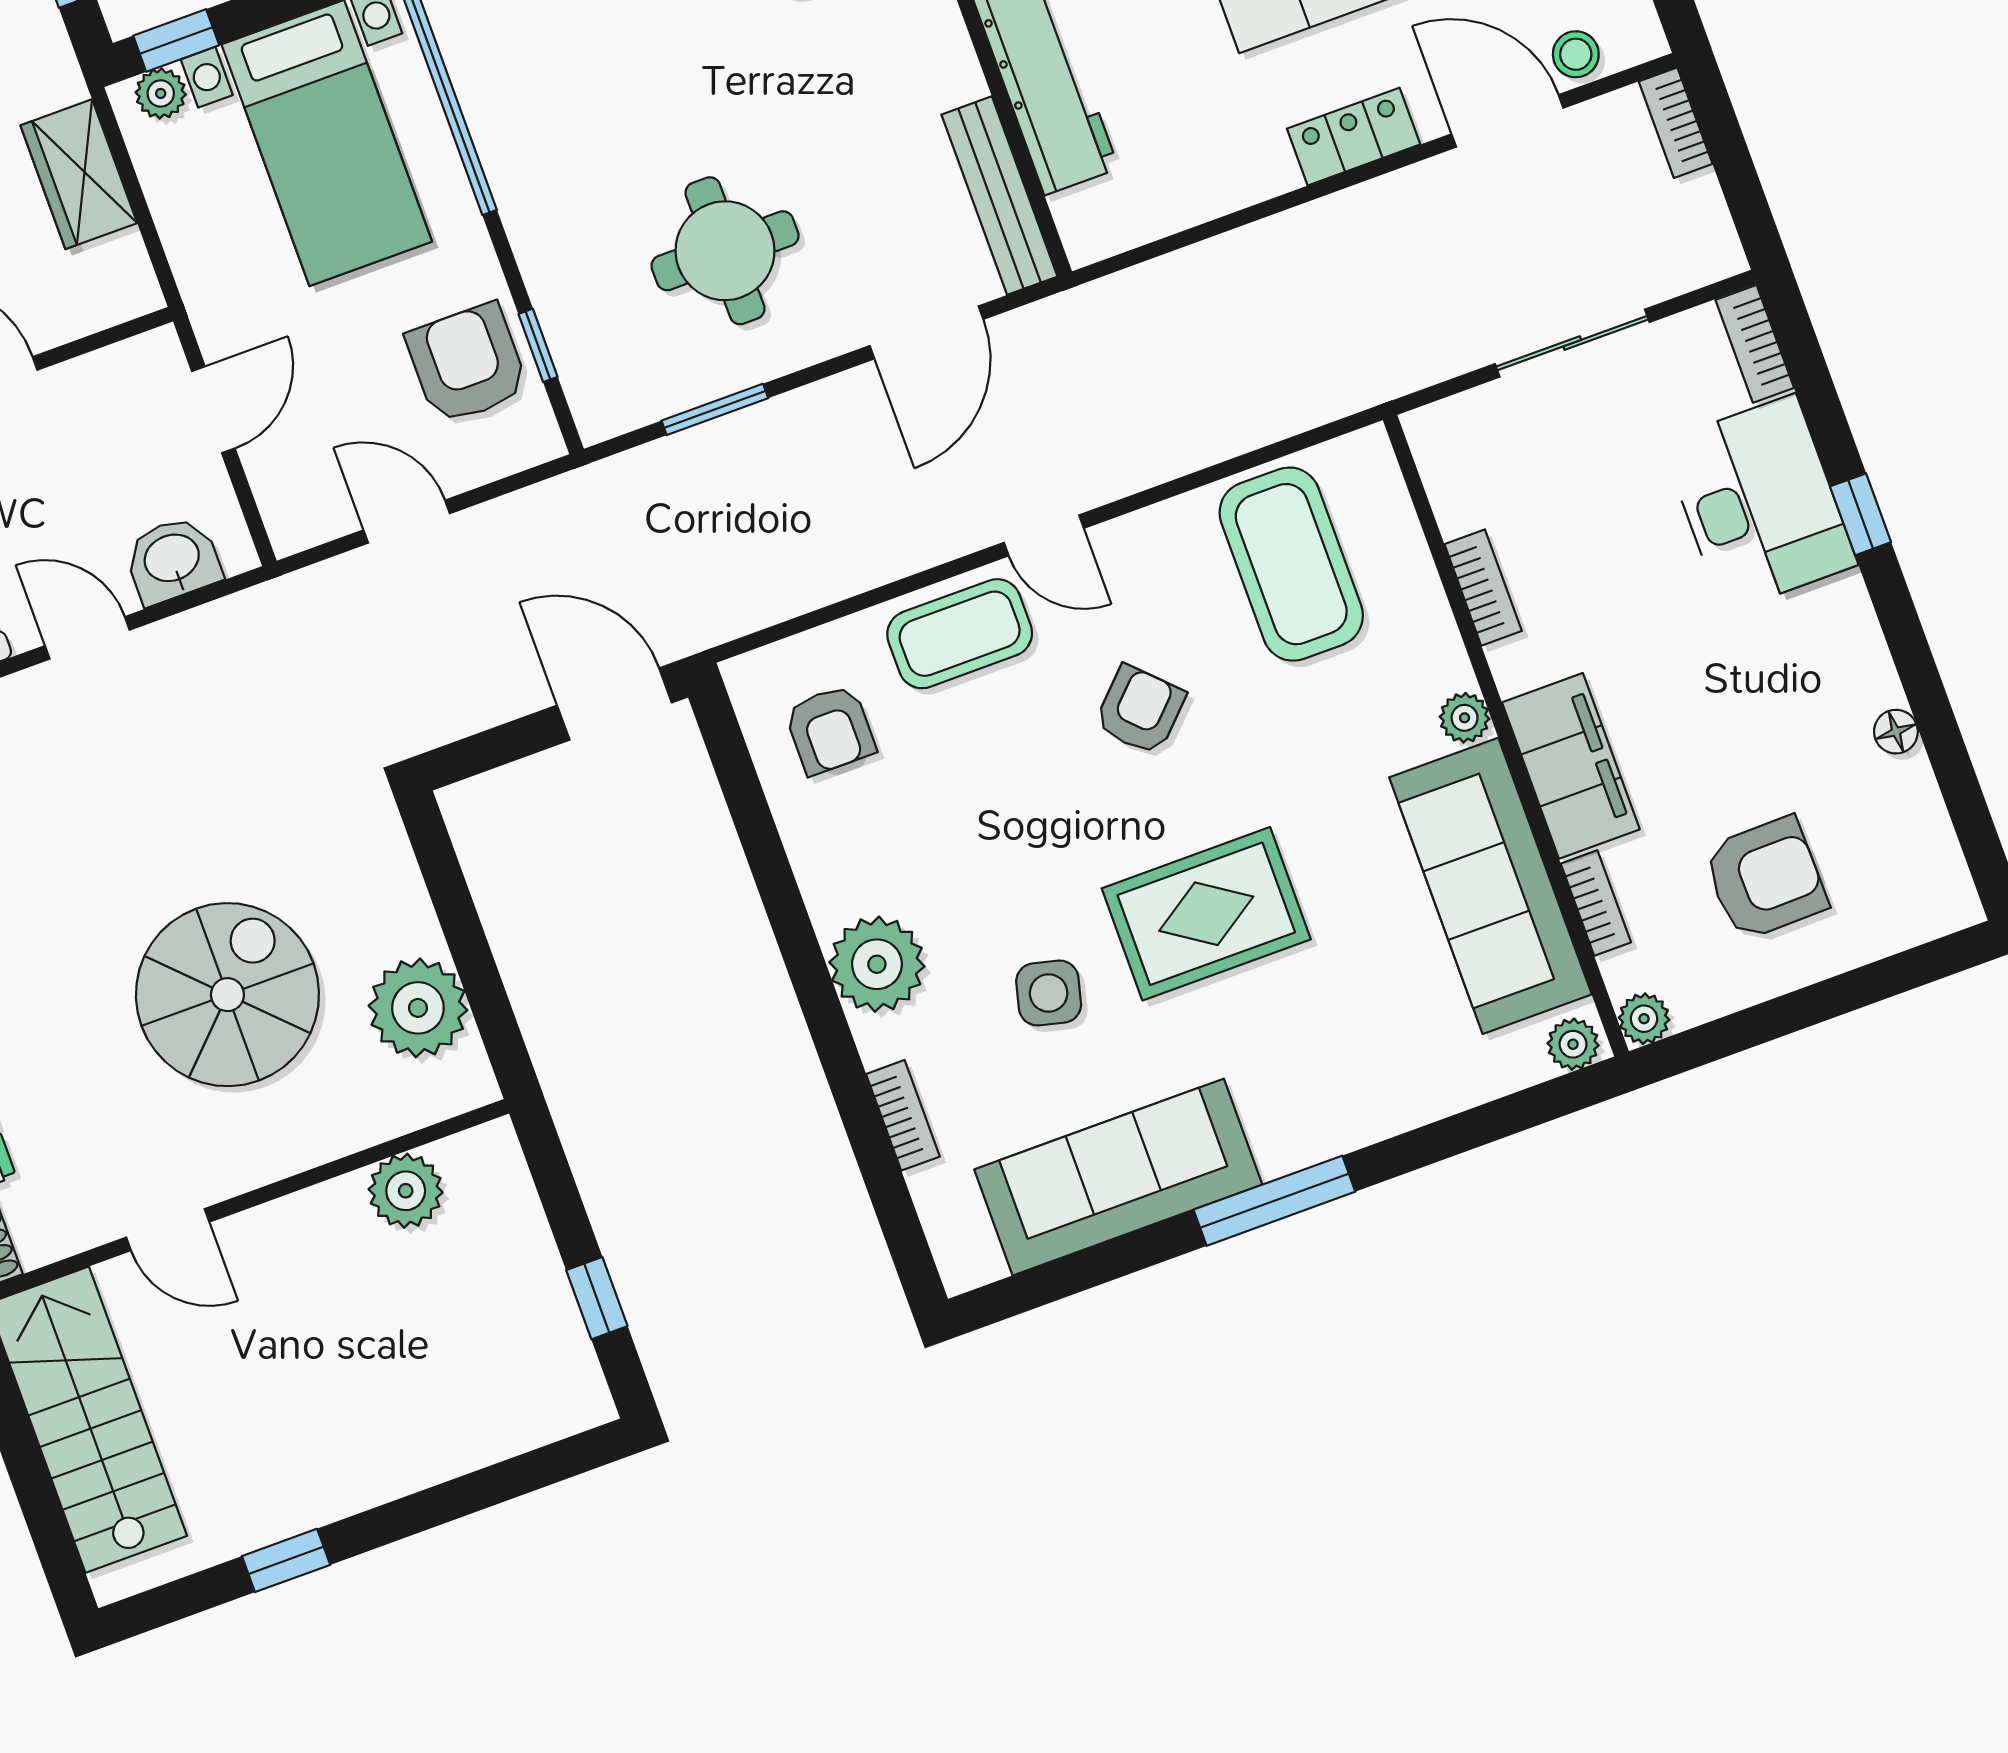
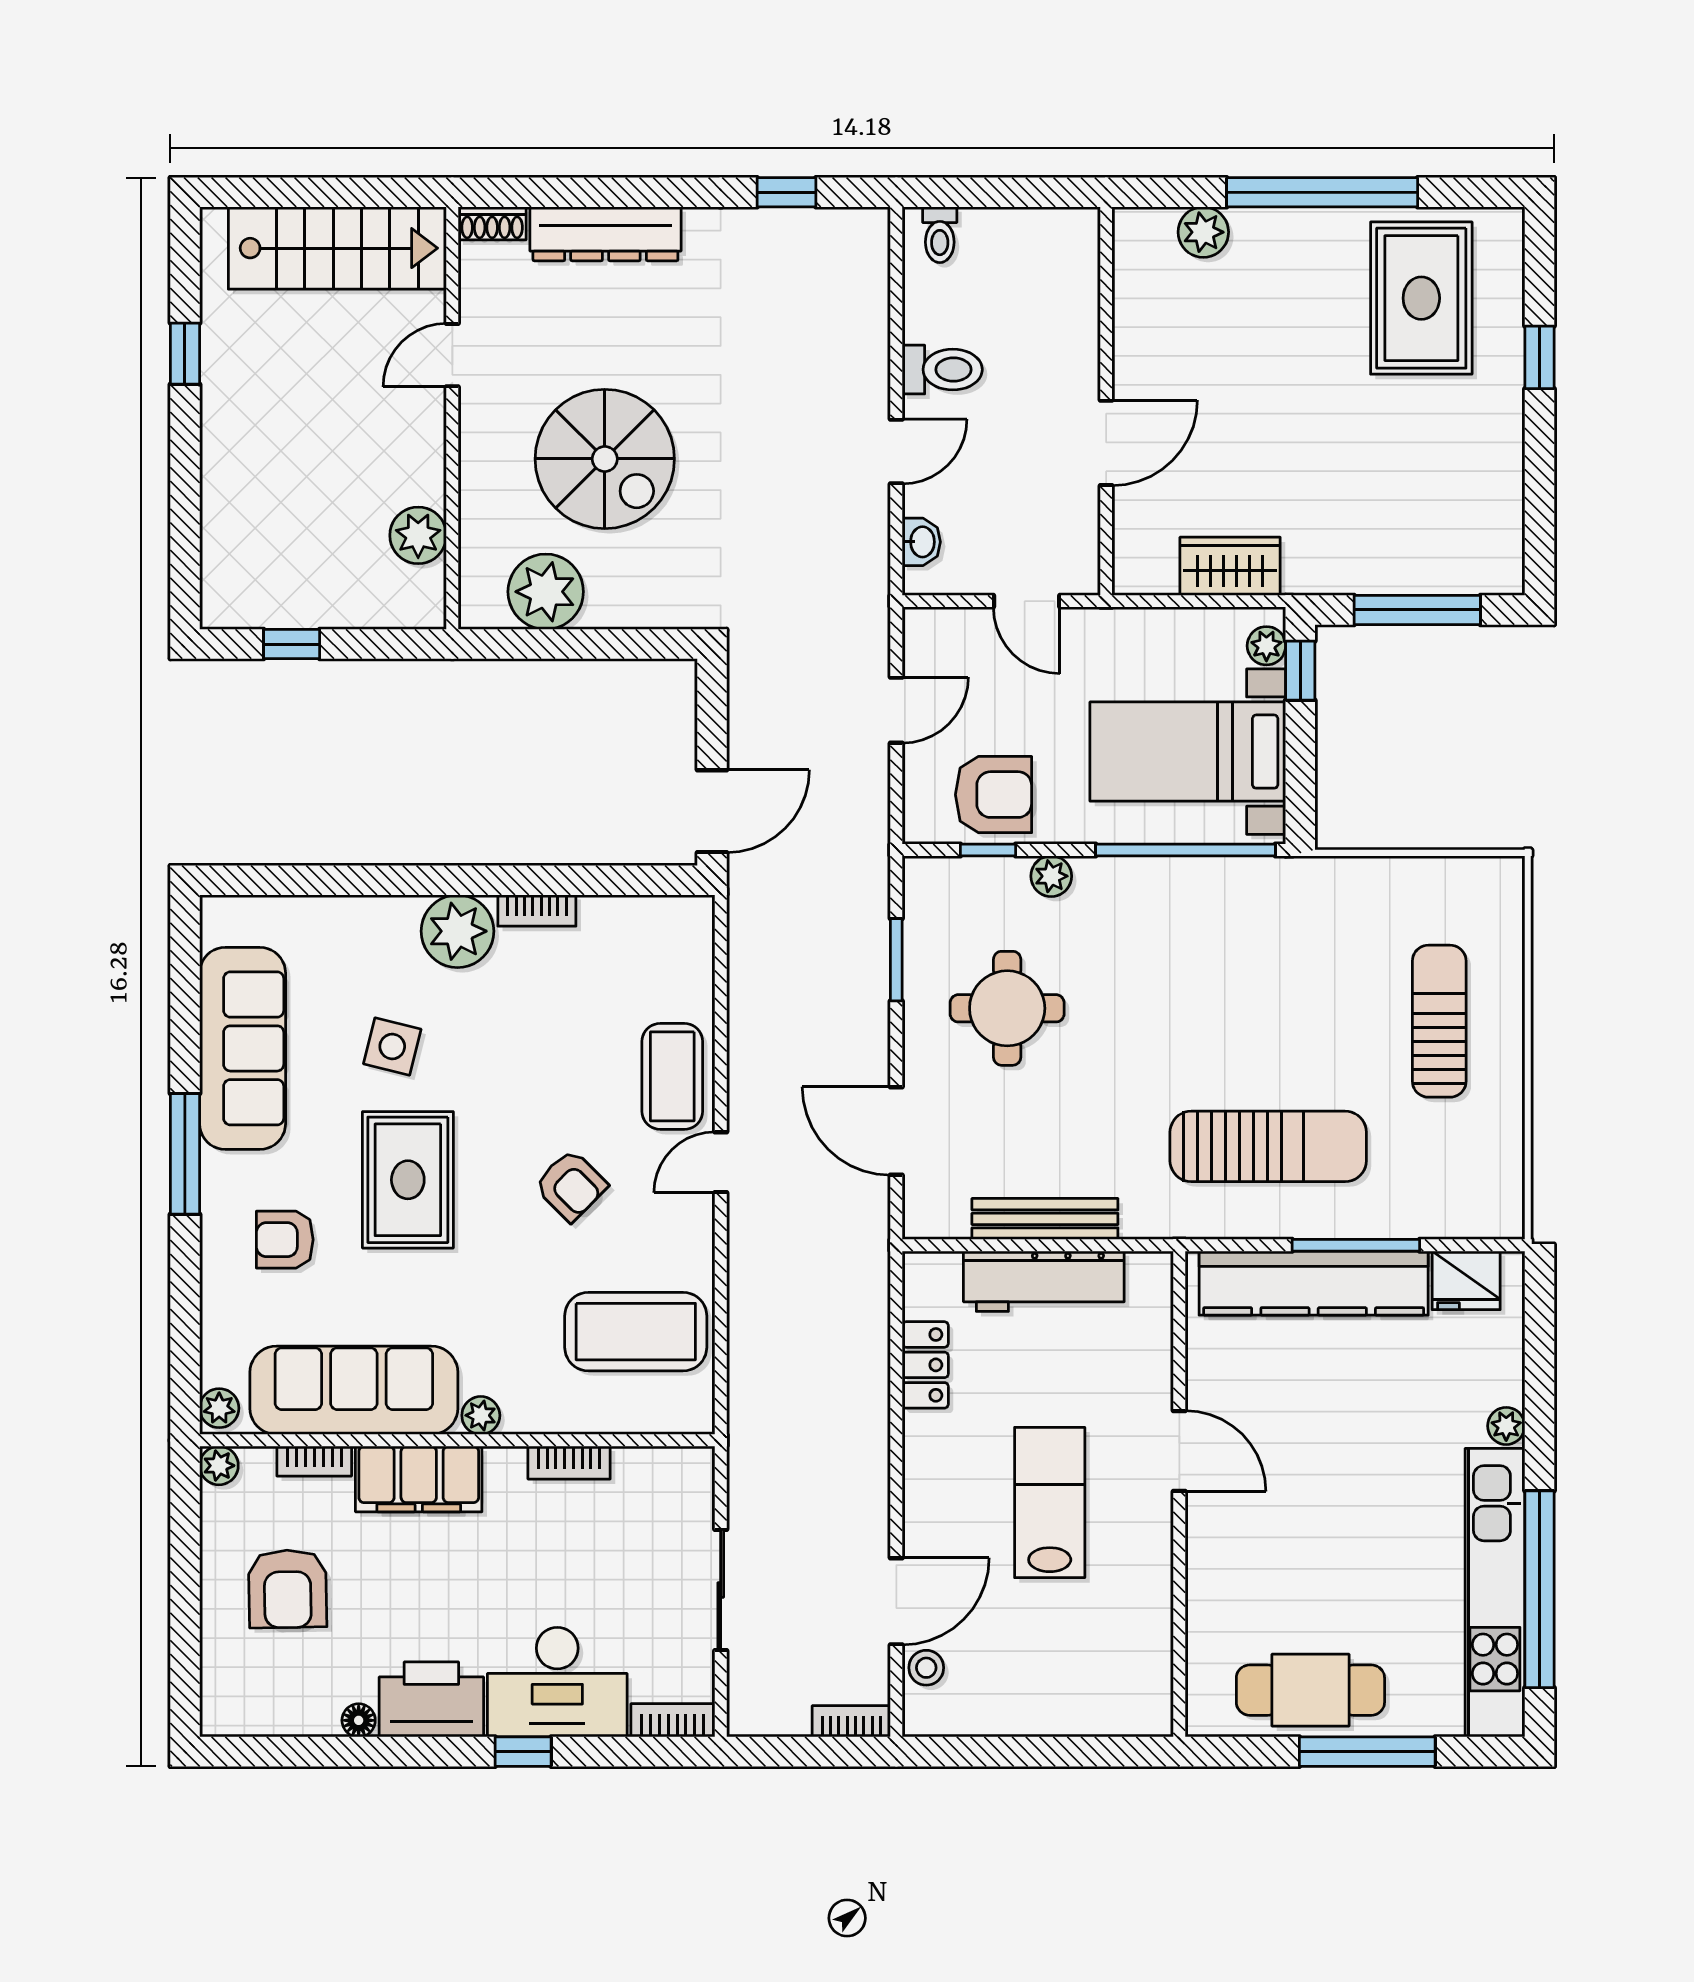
locker: (1354, 137) -> (925, 1365), moved
bench: (999, 196) -> (1045, 1219), moved
plant: (542, 256) -> (1051, 876), added
washbasin: (172, 560) -> (921, 542), width x0.72, depth x0.69
printer: (1837, 651) -> (431, 1699), added
armchair: (830, 730) -> (285, 1240), moved
bookcase: (903, 1115) -> (537, 910), moved

